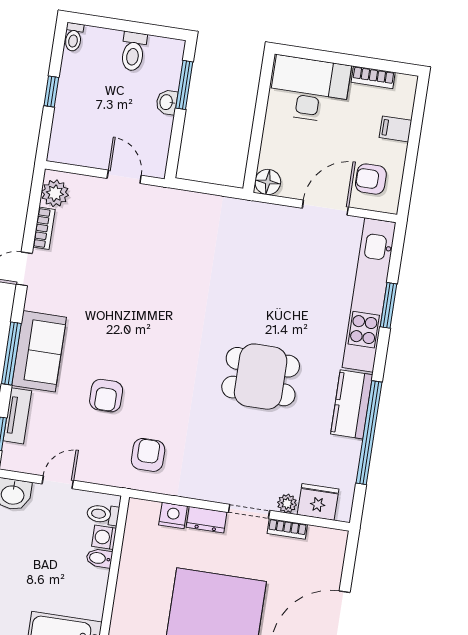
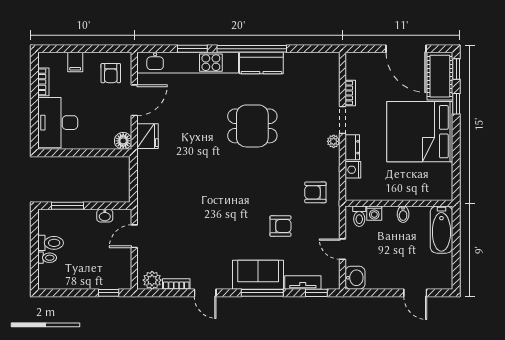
toilet: (74, 37) -> (47, 258), moved
window: (51, 92) -> (109, 293), moved
washbasin: (167, 102) -> (105, 216), moved
door: (325, 208) -> (134, 100), swing flipped
dining table: (261, 377) -> (252, 126), turned 90
window: (369, 433) -> (252, 49), moved
fridge: (318, 502) -> (148, 136), moved, turned 180
plant: (287, 504) -> (334, 141), moved
bidet: (99, 558) -> (403, 214), moved

